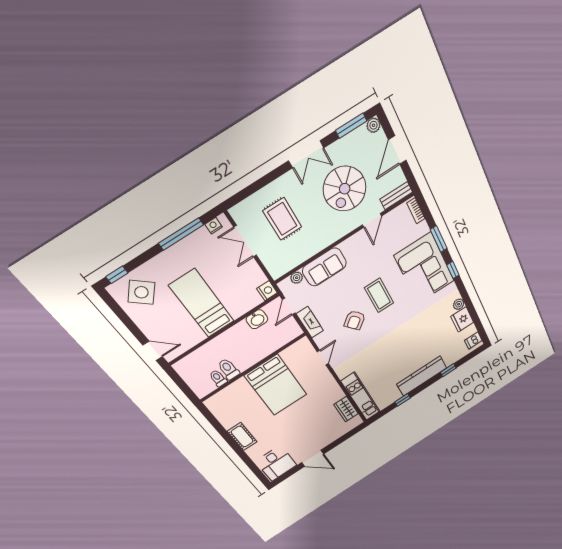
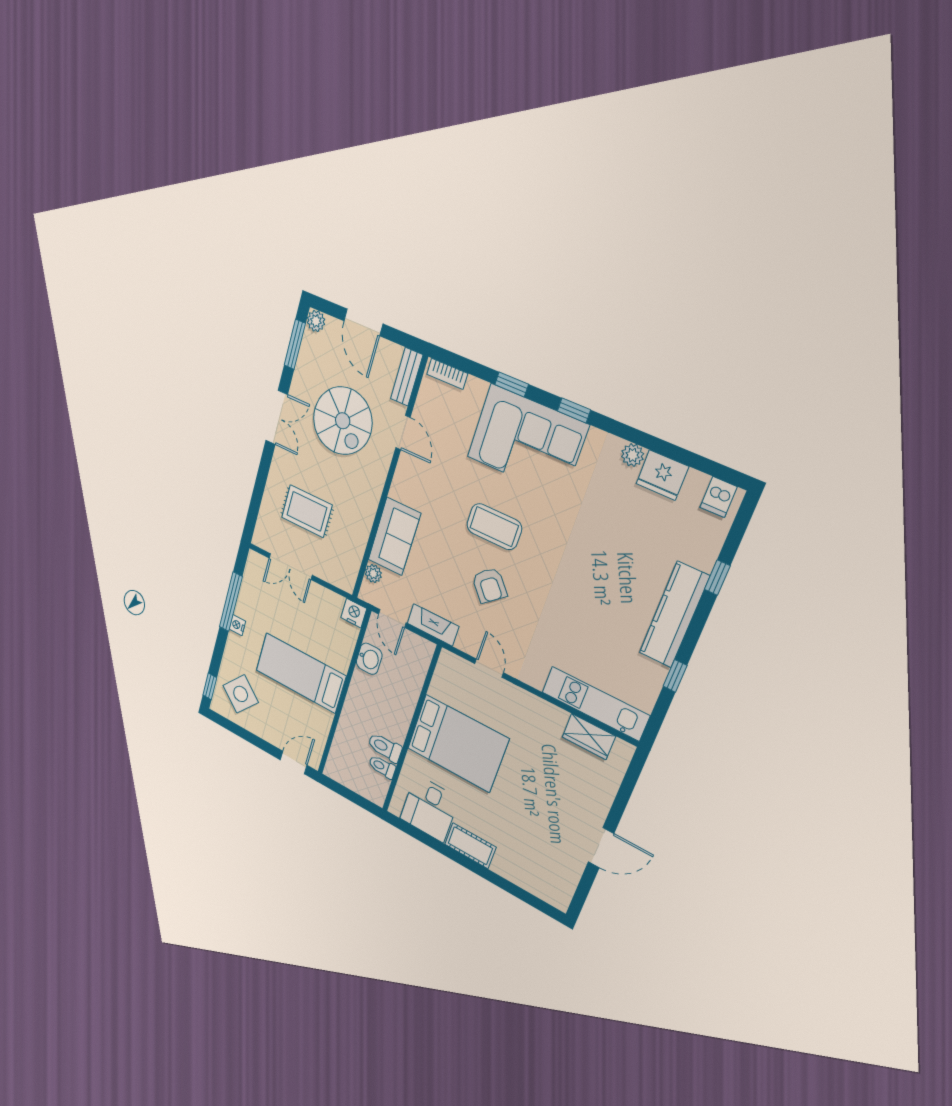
nightstand: (214, 226) -> (237, 625), moved
window: (439, 239) -> (512, 384), width x0.67
desk: (276, 463) -> (429, 808), moved, turned 90

